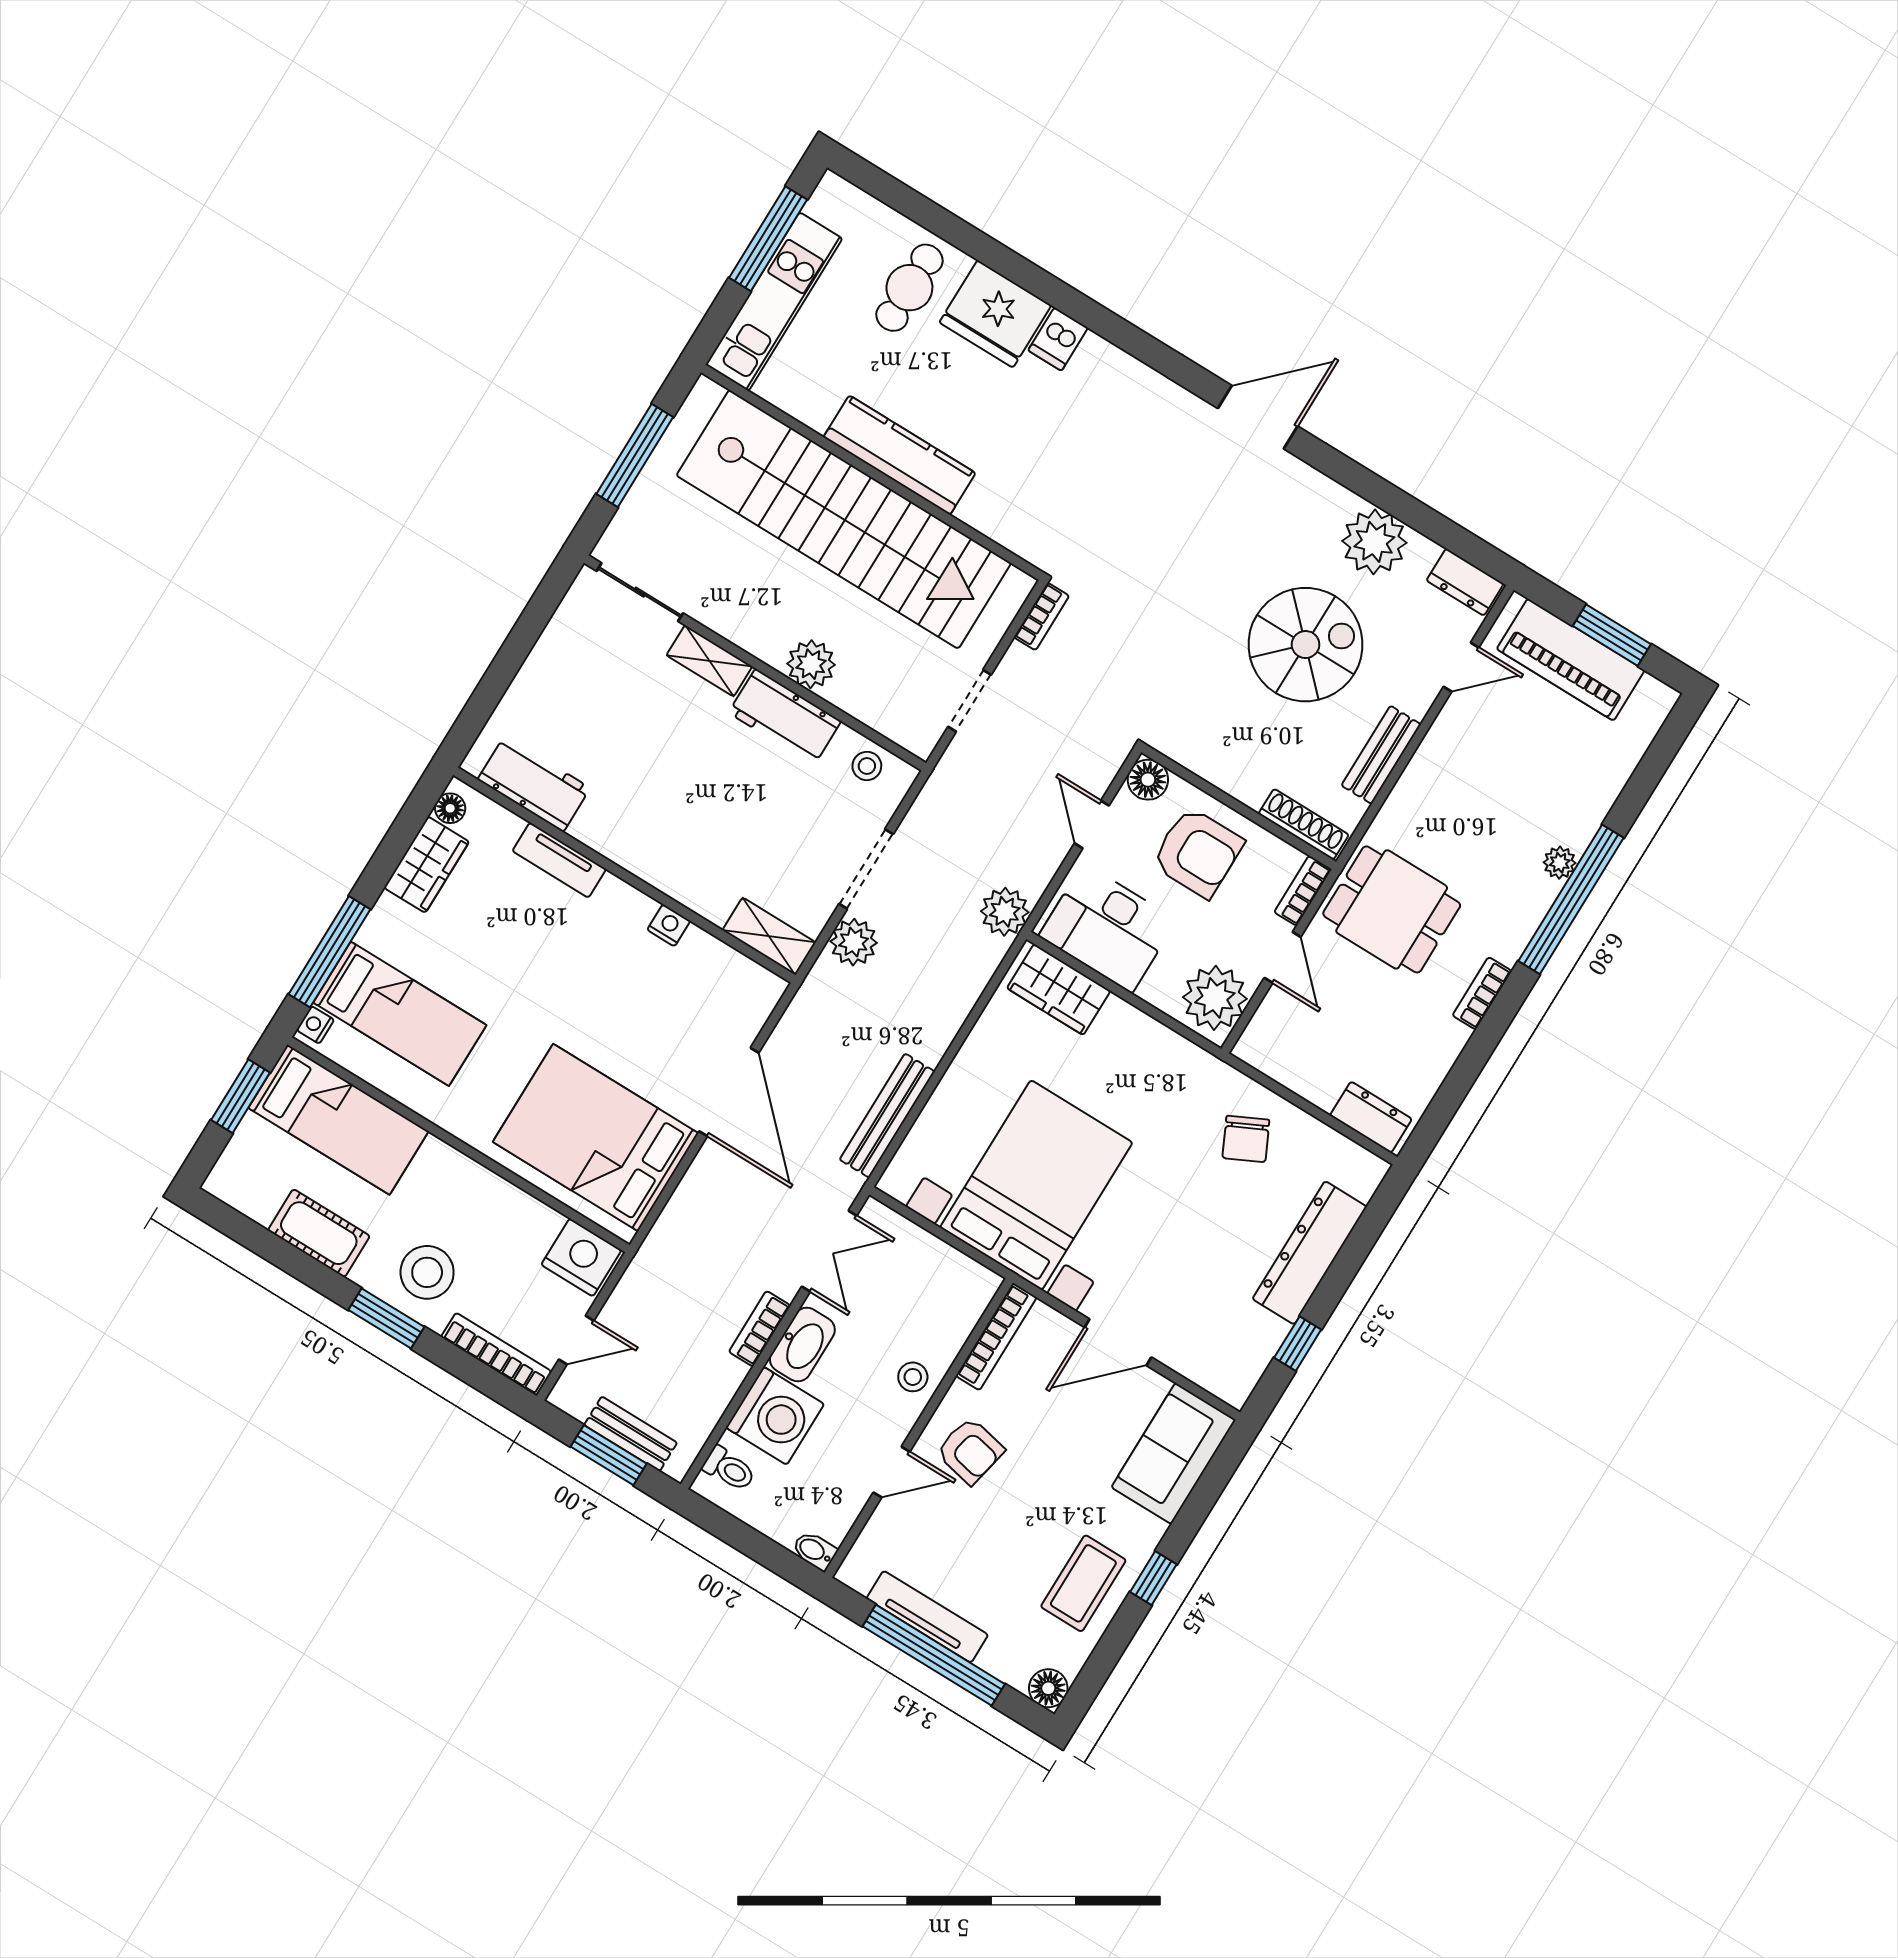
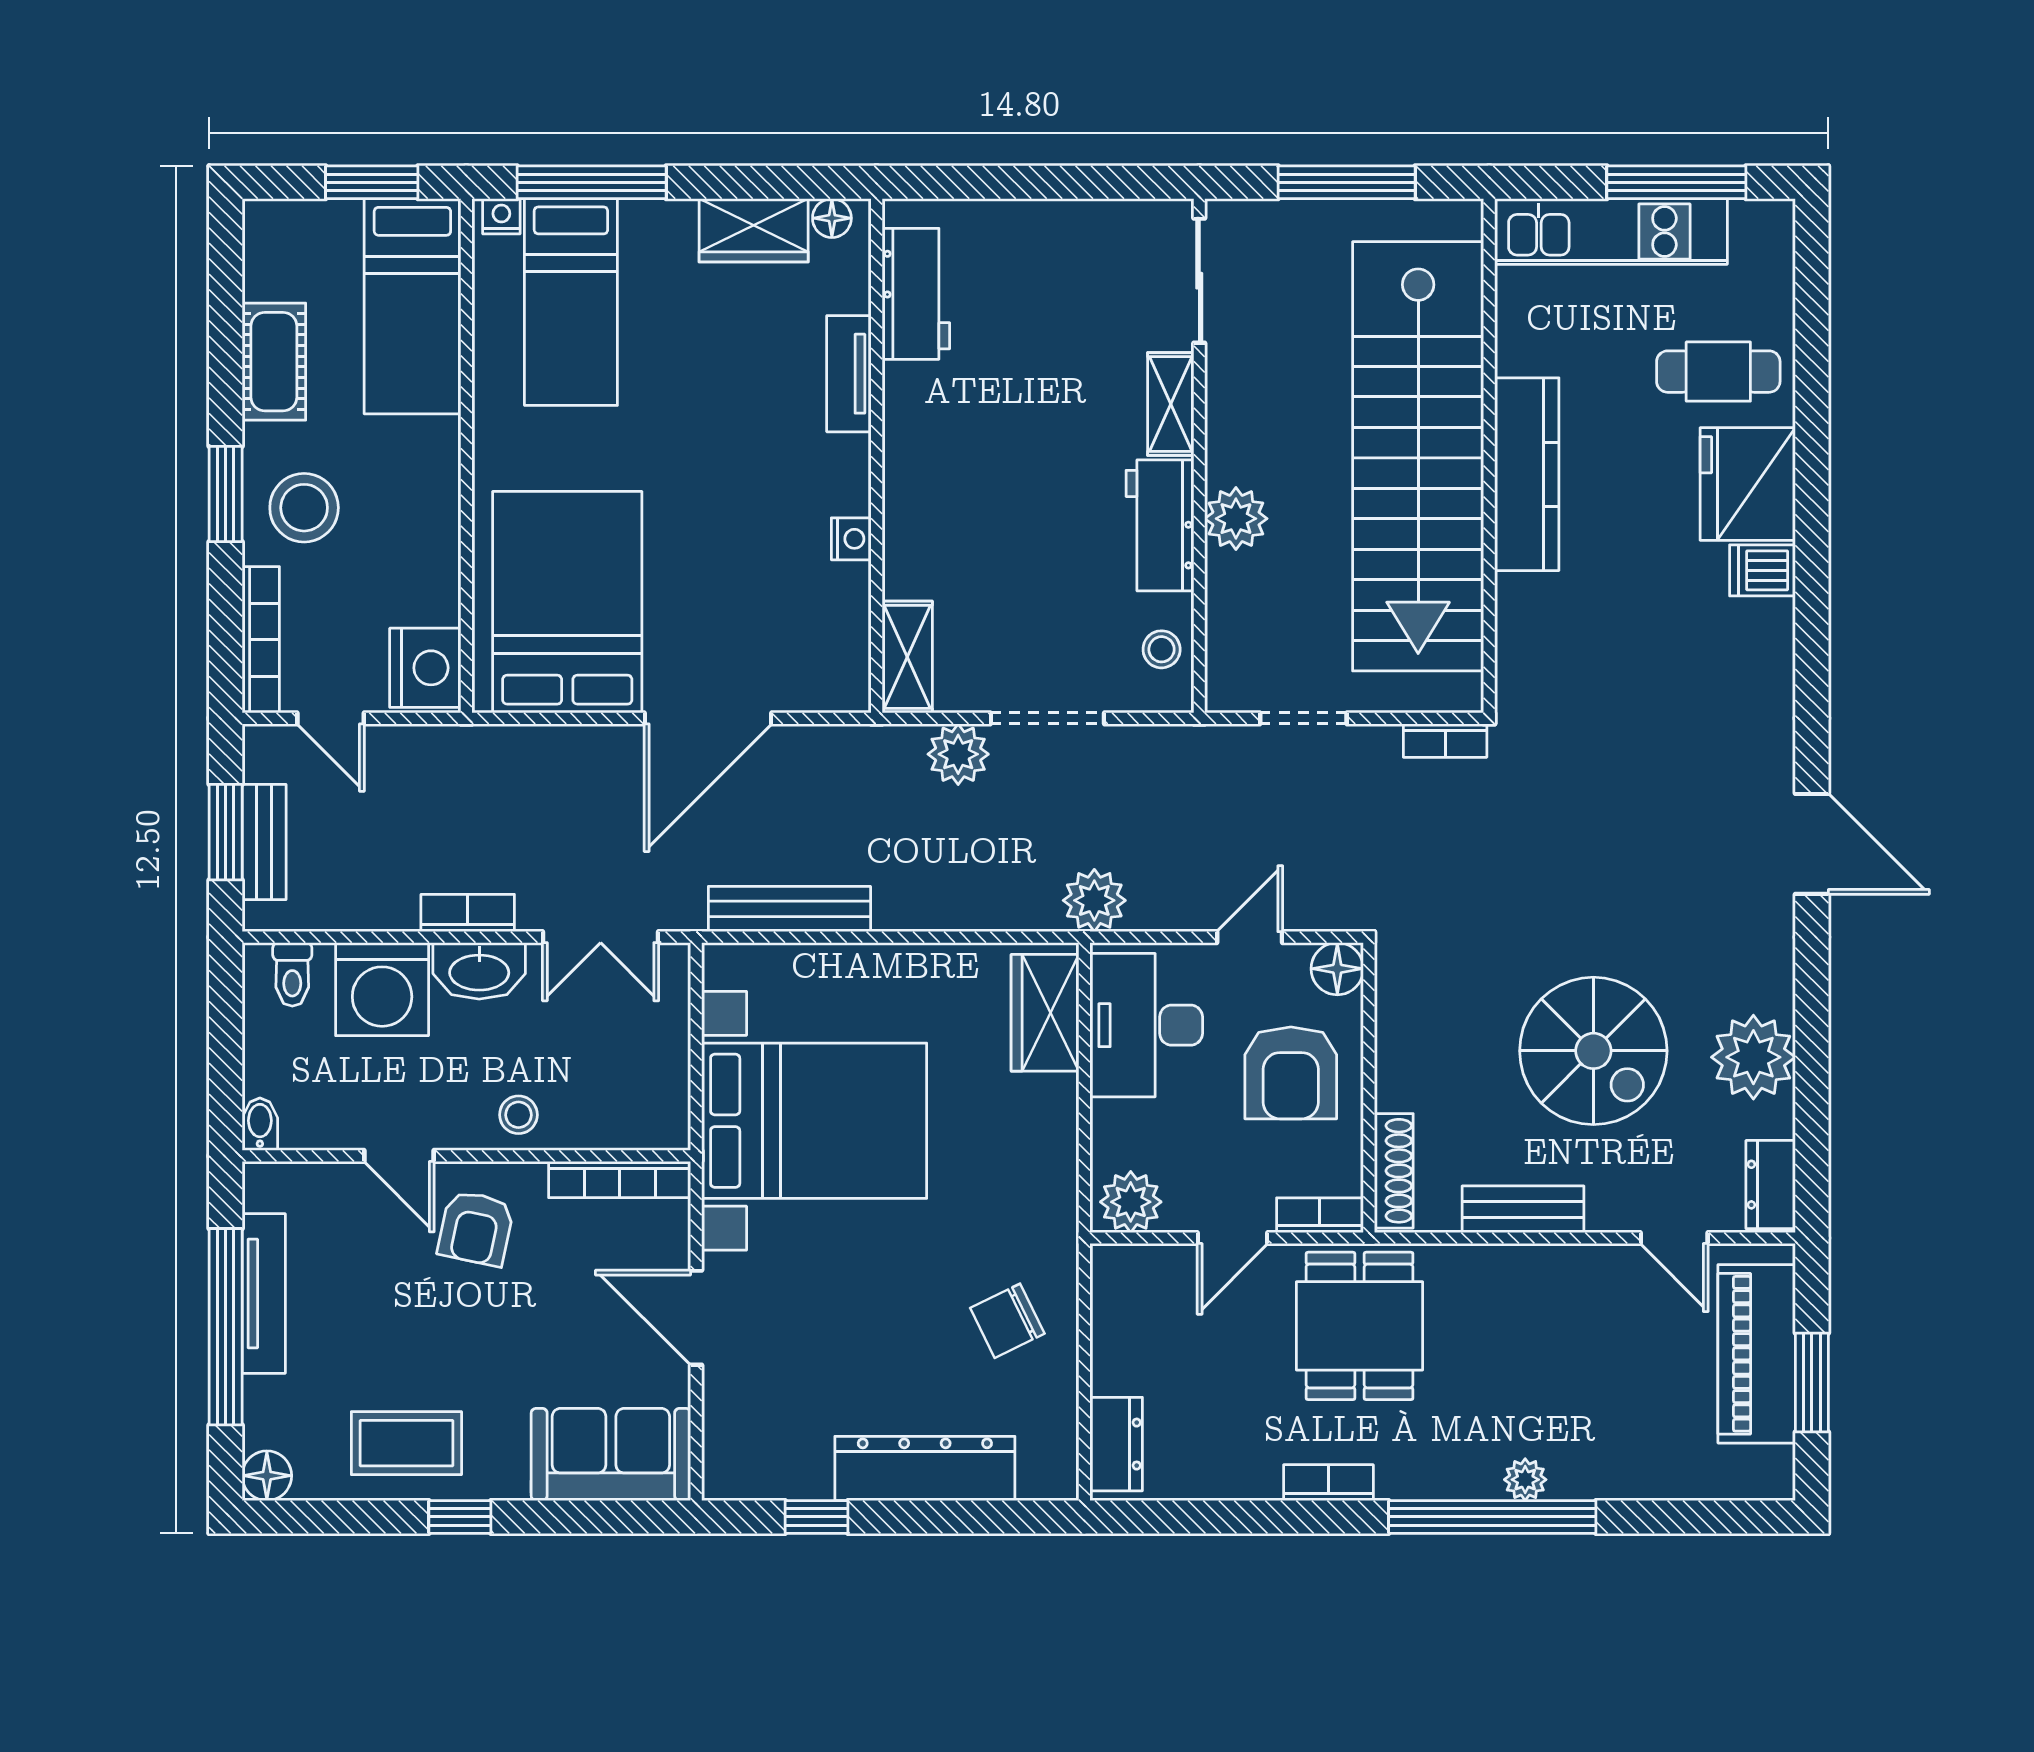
plant: (1215, 998) -> (1131, 1202), width x0.73, depth x0.73

